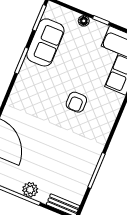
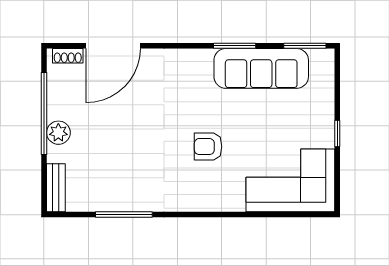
floor lamp: (84, 21) -> (326, 110), removed
sofa: (45, 42) -> (261, 68), width x1.36

